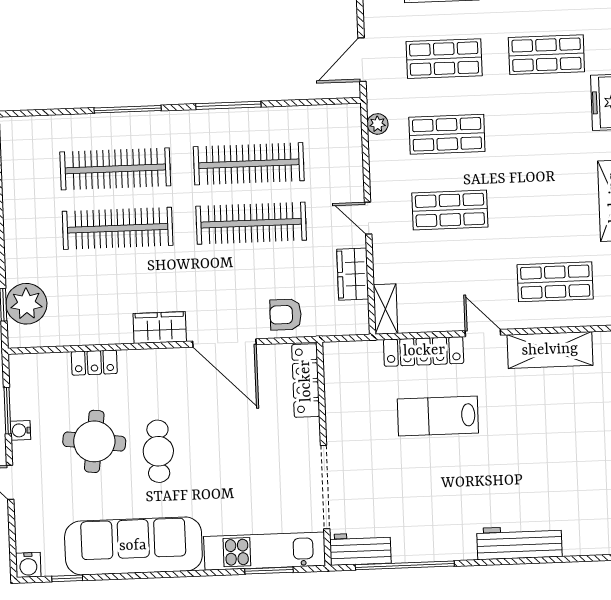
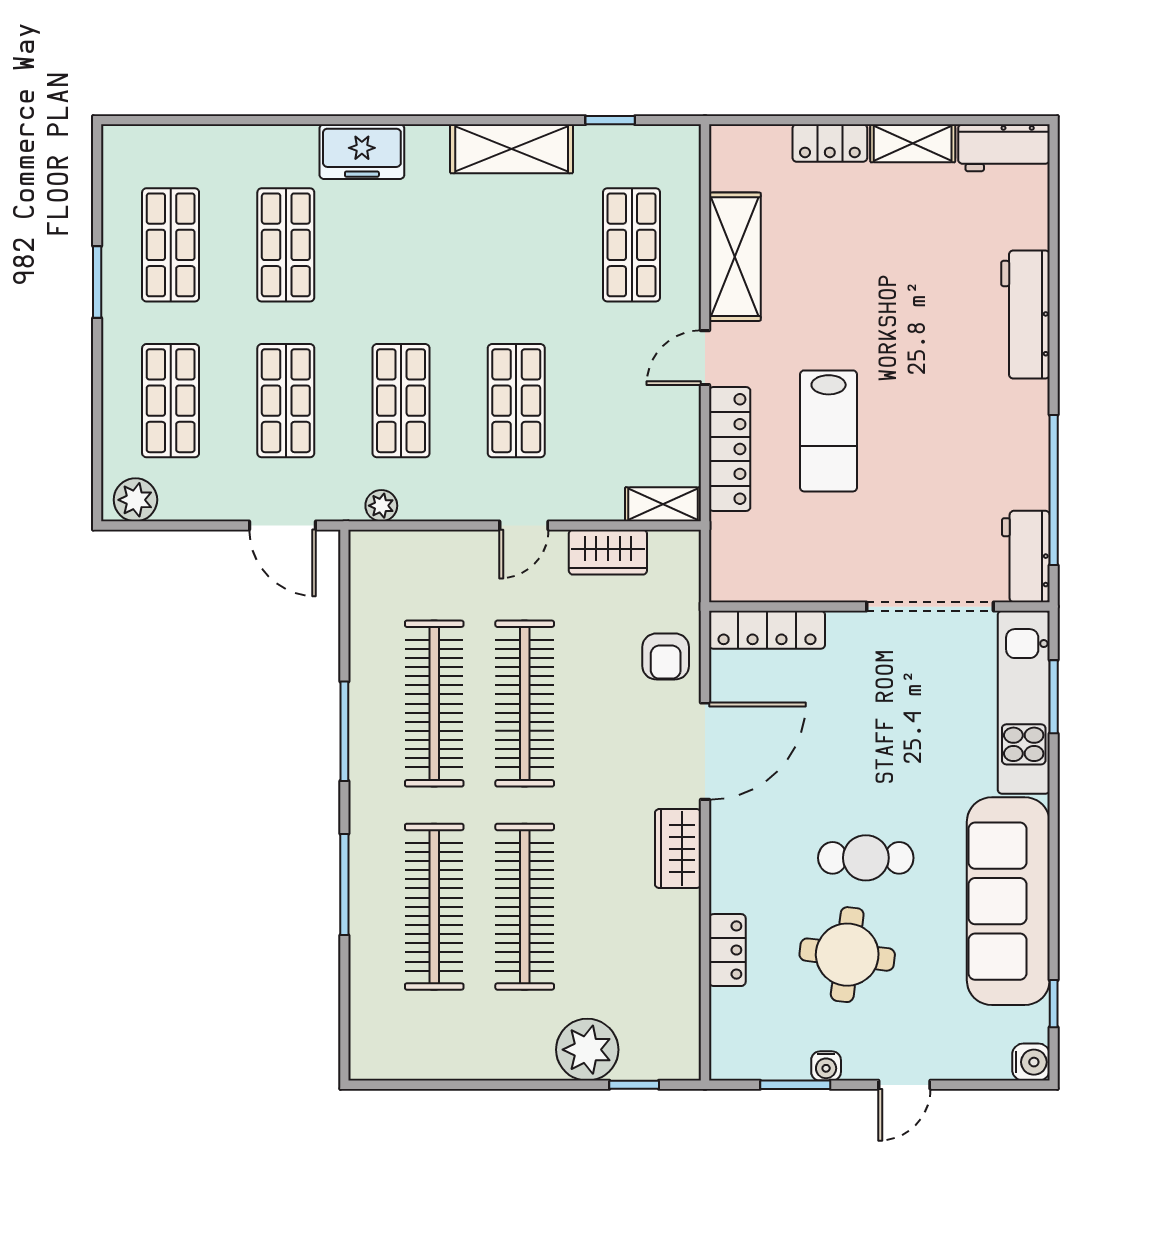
plant: (26, 304) -> (587, 1050), moved

